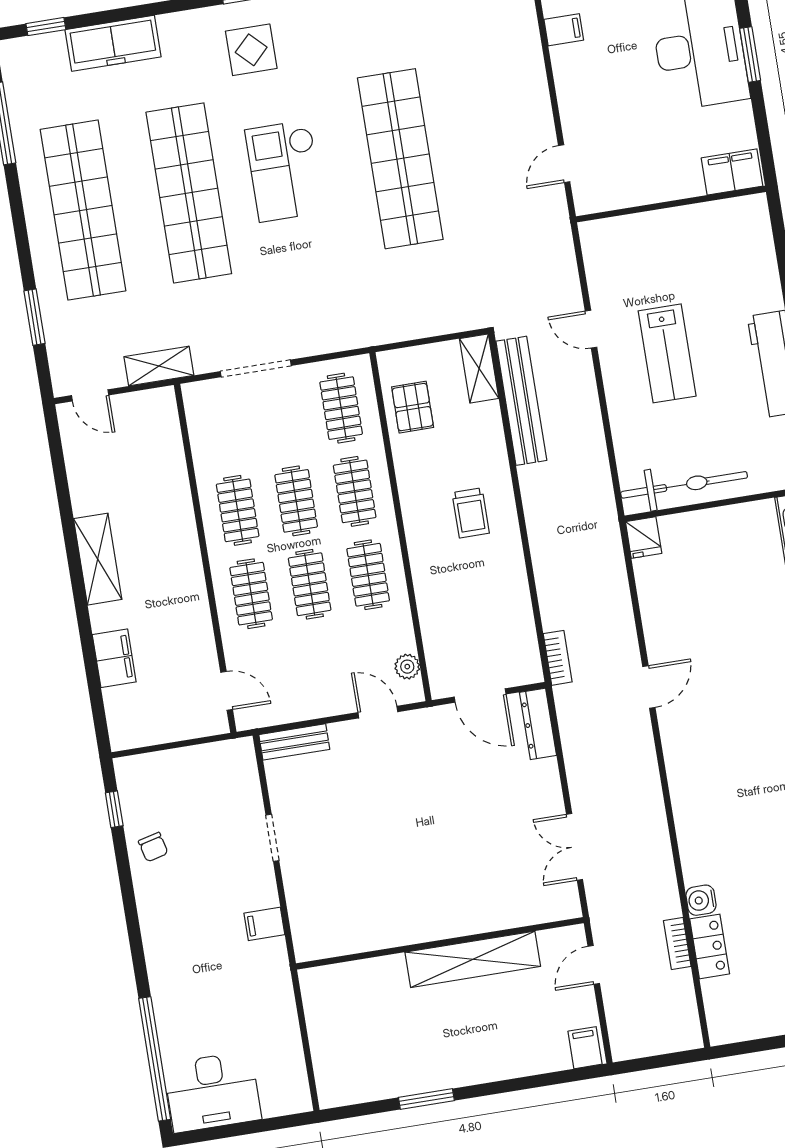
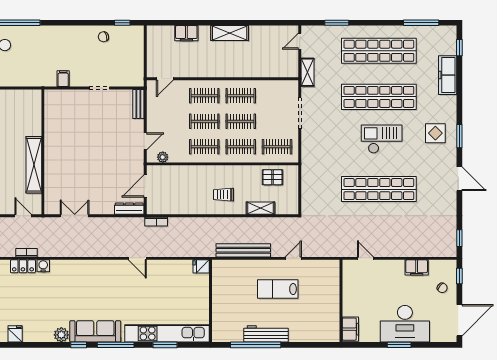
filing cabinet: (564, 30) -> (417, 267), width x2.00
shelving: (479, 369) -> (260, 208), moved
bench: (521, 401) -> (243, 250), moved
bicycle: (684, 485) -> (221, 287), removed

